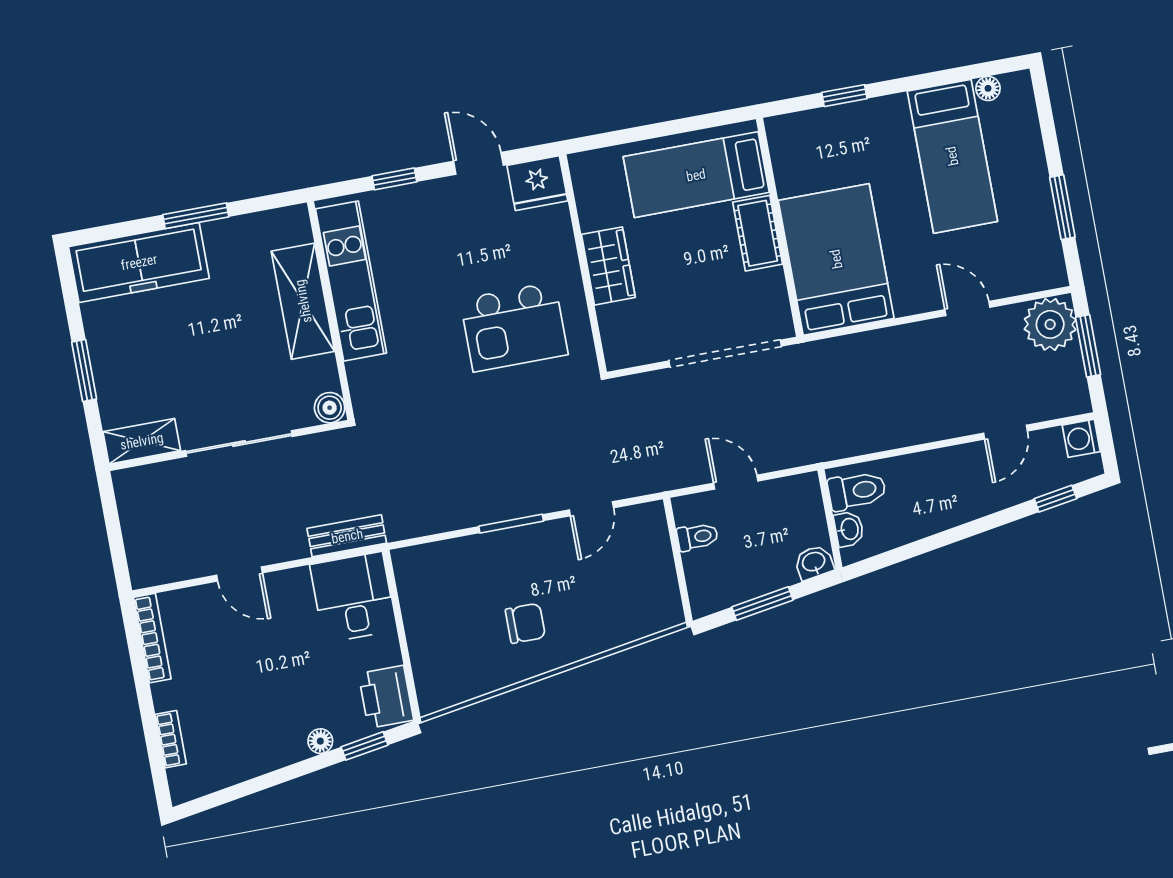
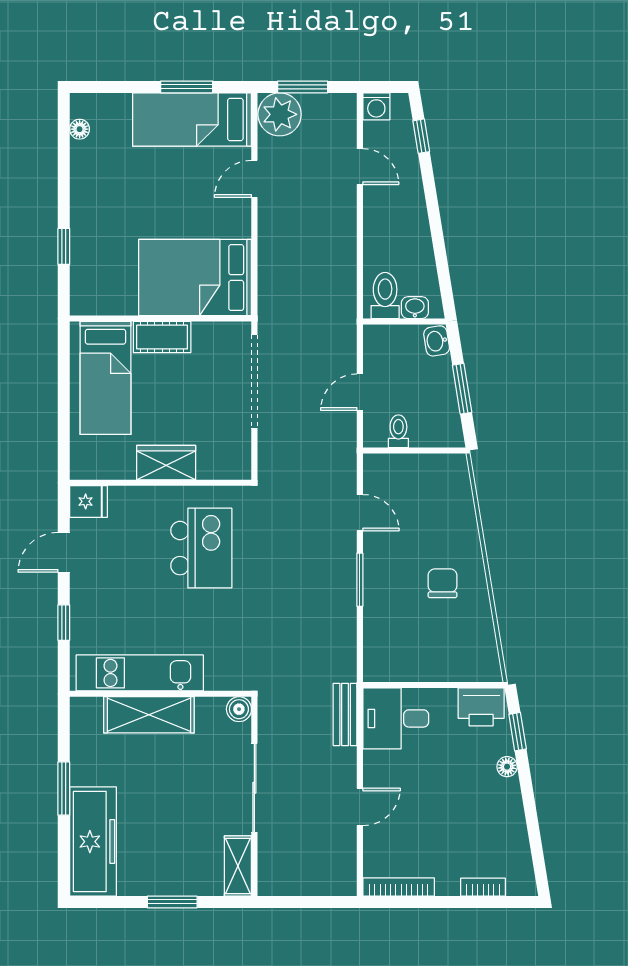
bed: (952, 156) -> (192, 119), moved, turned 180
fridge: (537, 183) -> (89, 501), width x0.72

